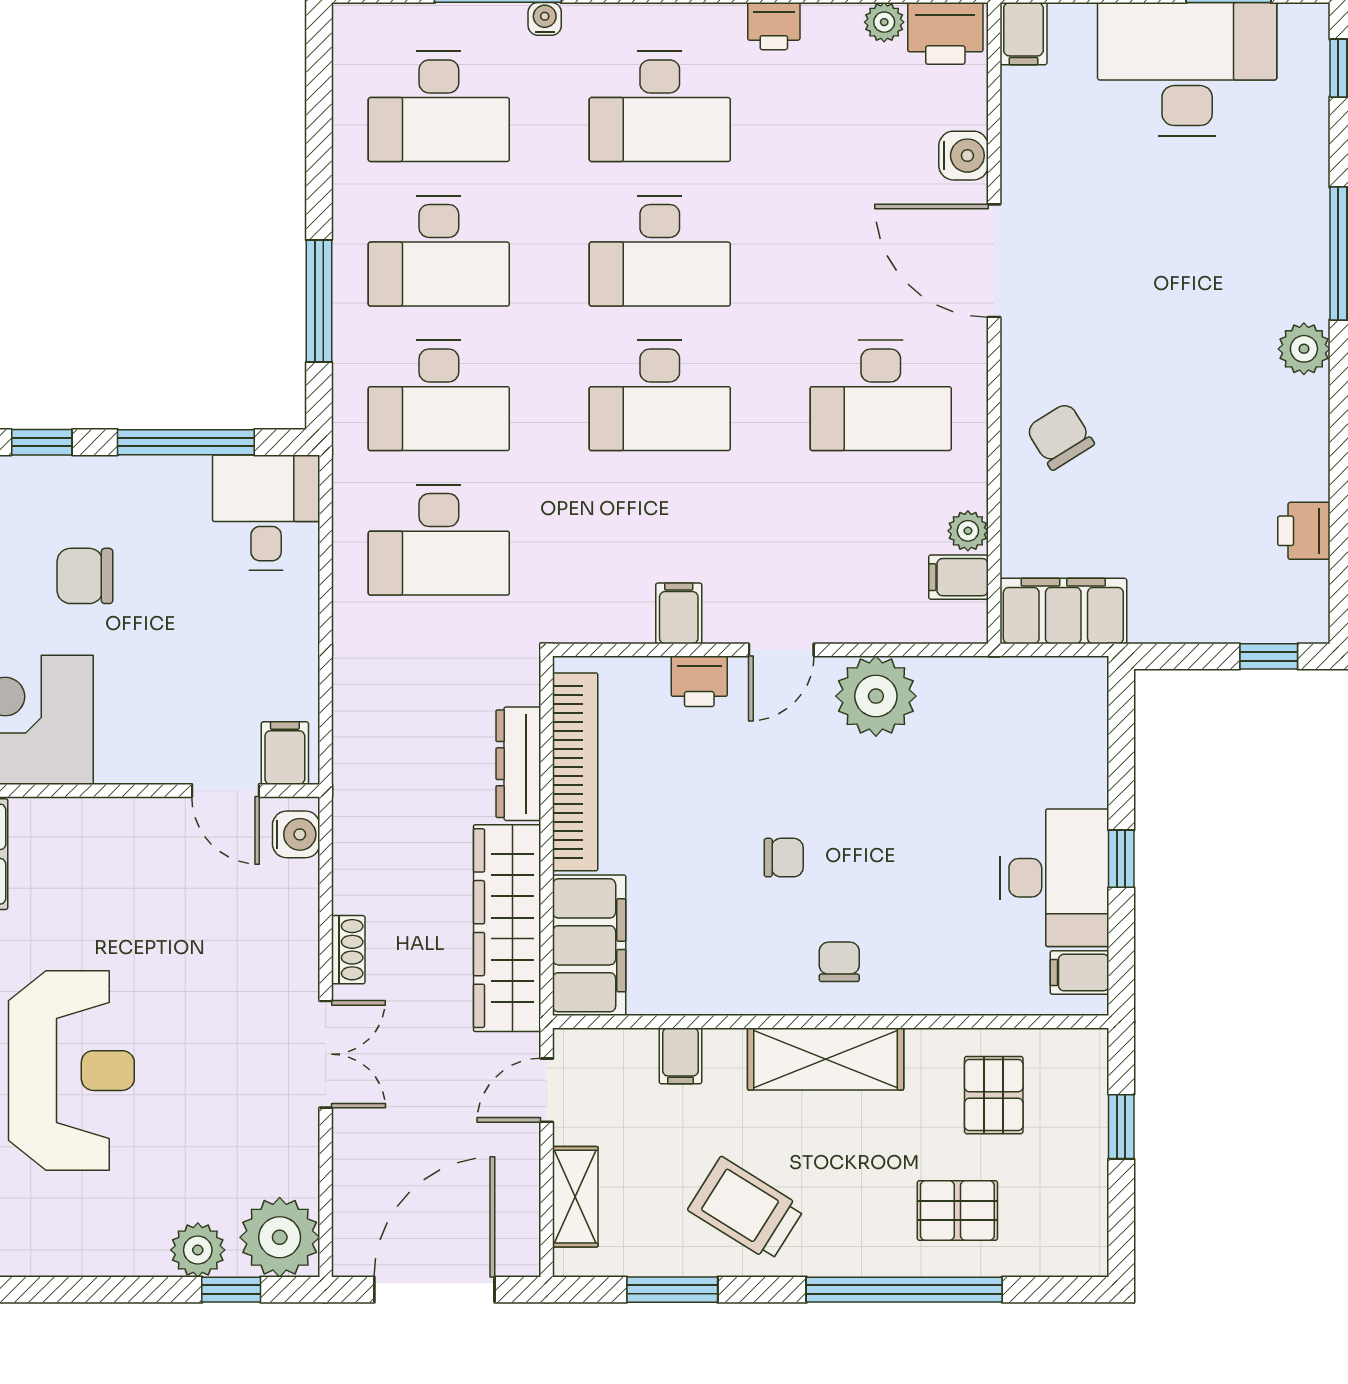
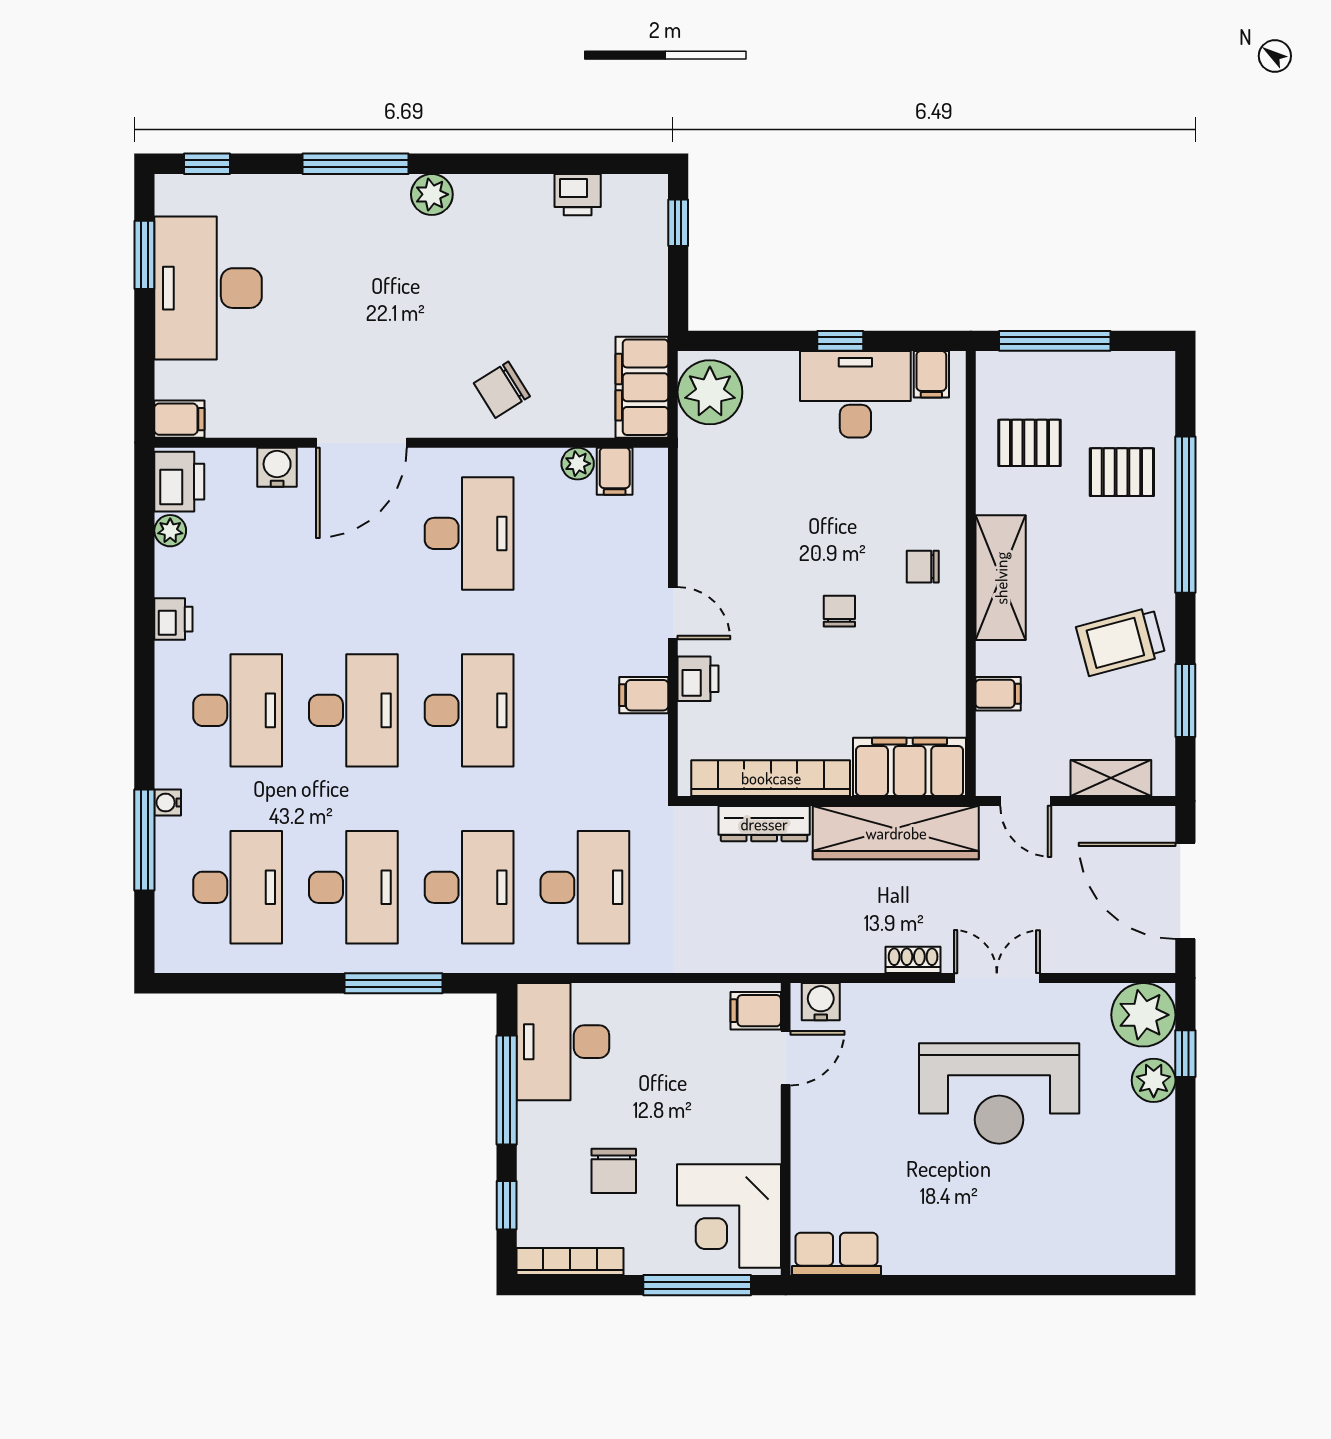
desk: (266, 512) -> (563, 1042), width x1.37
plant: (876, 696) -> (710, 392), moved
reception desk: (71, 1071) -> (999, 1093), moved, turned 180
window: (1121, 1127) -> (1055, 341), width x2.17
trolley: (746, 1209) -> (1121, 641), turned 43
pallet: (957, 1211) -> (1122, 472), turned 90

